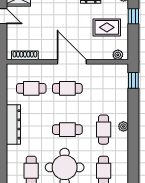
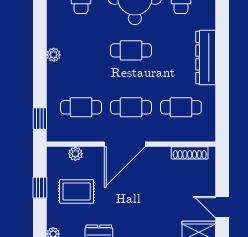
window: (133, 16) -> (40, 188), moved
plant: (118, 55) -> (75, 154), moved
door: (72, 62) -> (125, 144), hinge flipped
cafe table: (104, 130) -> (81, 107), moved, turned 90

